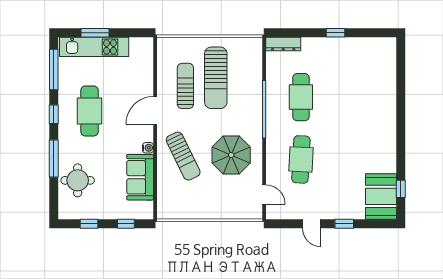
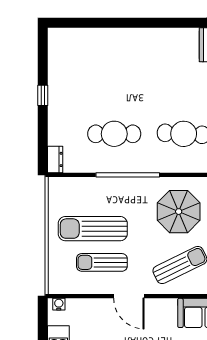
dresser: (283, 44) -> (55, 159), width x0.70
sun lounger: (216, 78) -> (93, 229), turned 180
water cooler: (148, 148) -> (59, 304), moved

